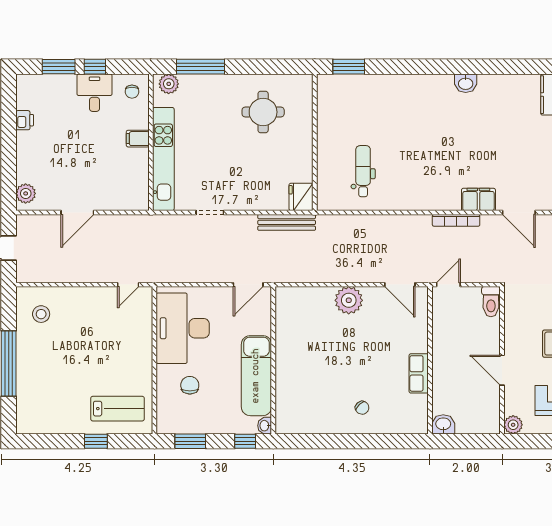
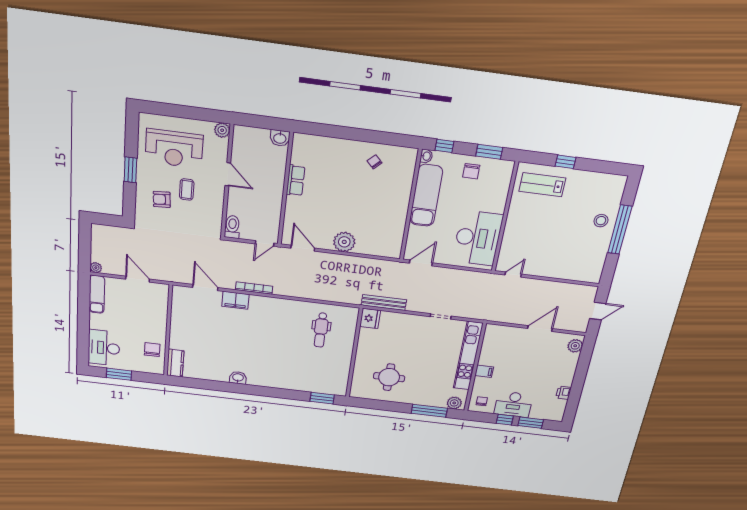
desk: (95, 93) -> (514, 404), width x1.37
stool: (41, 314) -> (601, 221), moved
chair: (190, 385) -> (471, 171), moved
chair: (362, 408) -> (375, 162), moved

